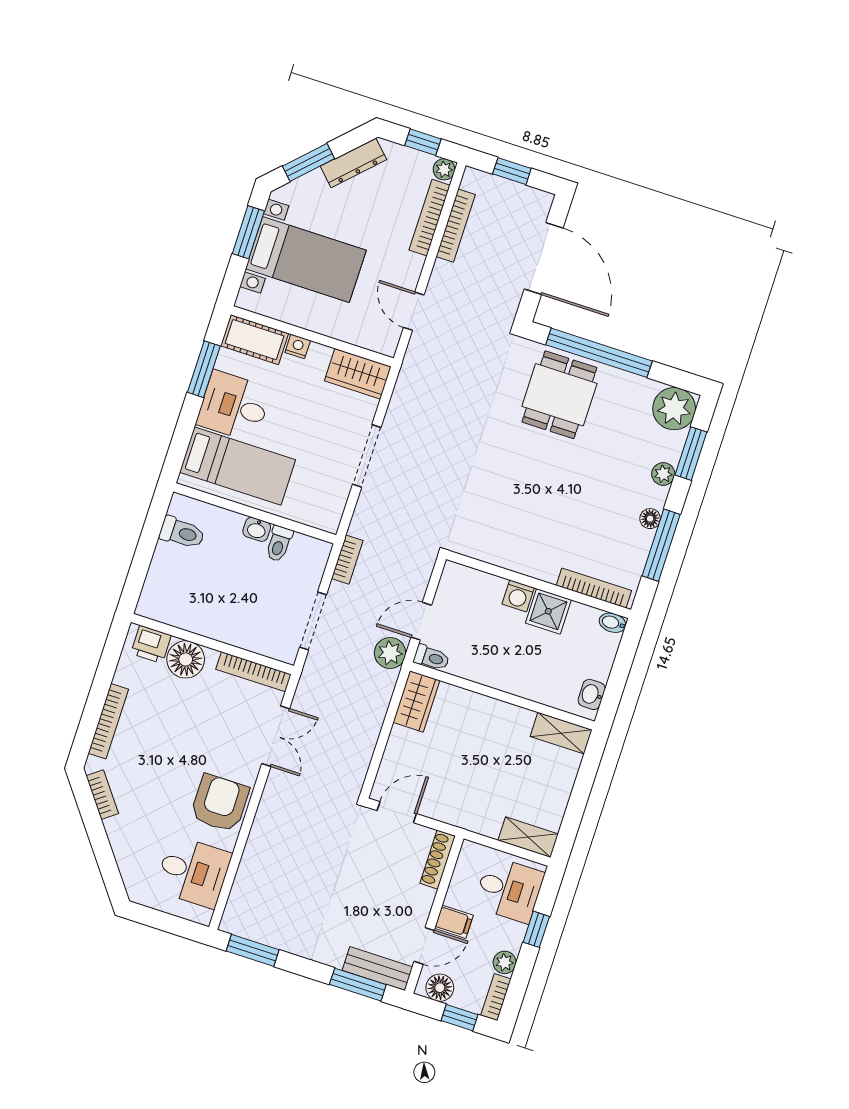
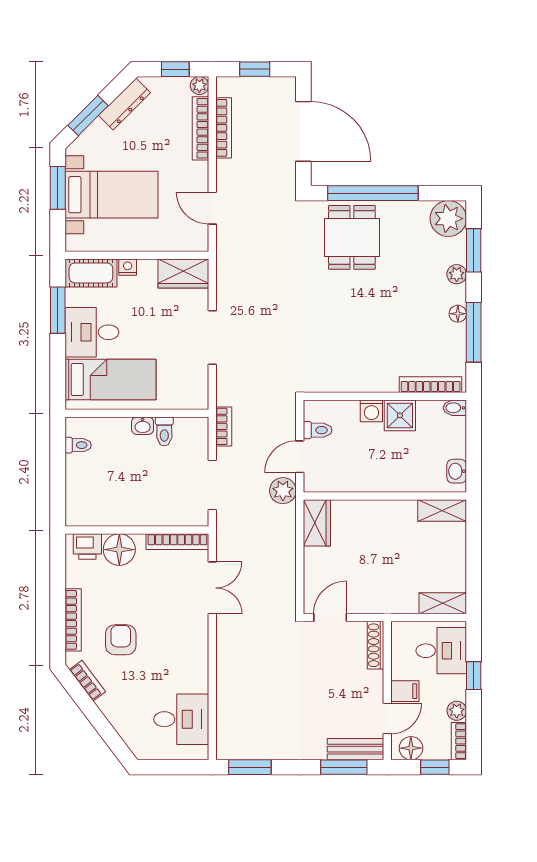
toilet: (182, 533) -> (78, 445), width x0.73, depth x0.72
toilet: (432, 658) -> (318, 430), moved
armchair: (220, 803) -> (121, 640), moved, width x0.72, depth x0.72

